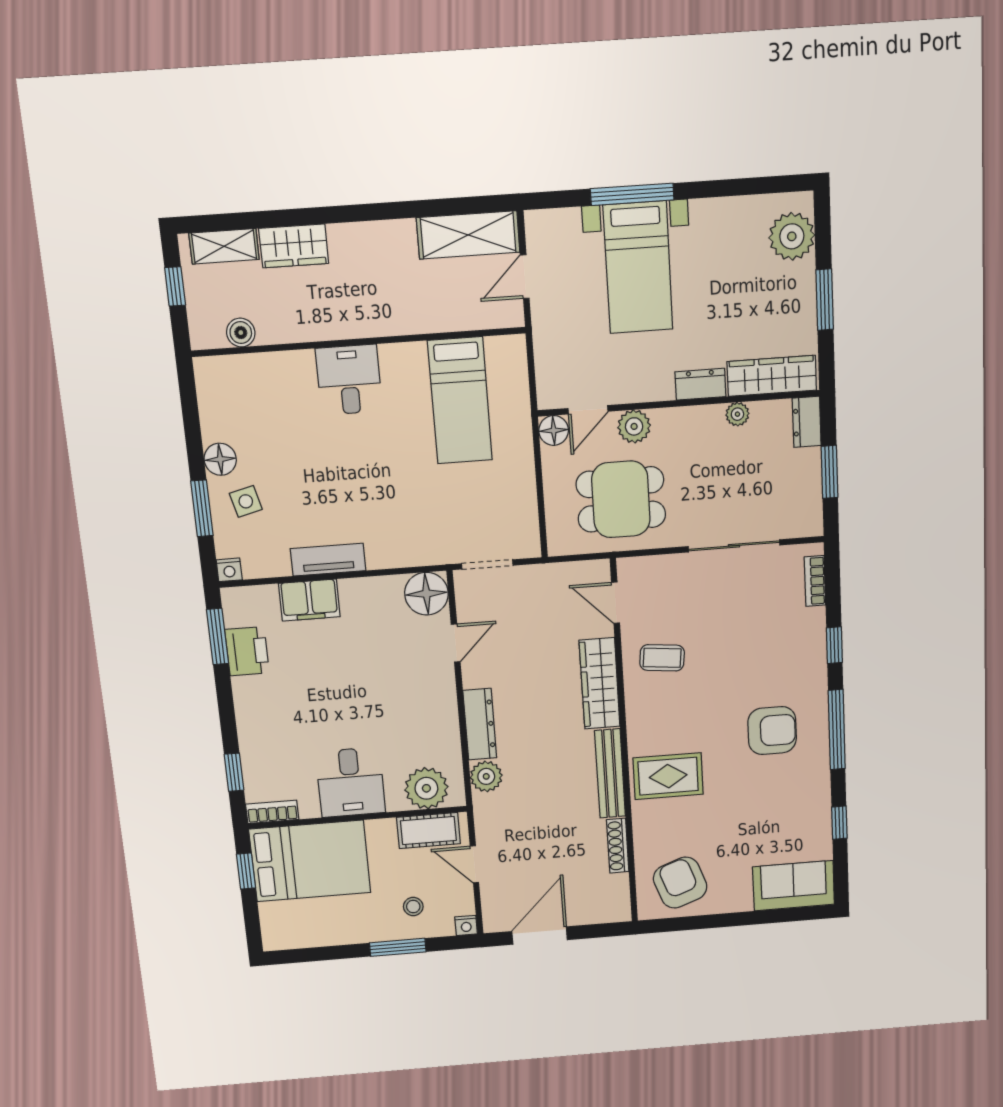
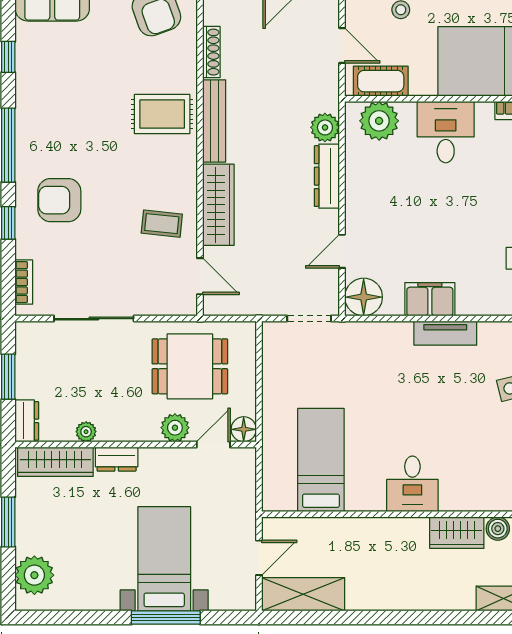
wardrobe: (294, 246) -> (457, 533), moved, turned 180
filing cabinet: (309, 600) -> (430, 299), moved
armchair: (772, 731) -> (59, 200), moved

